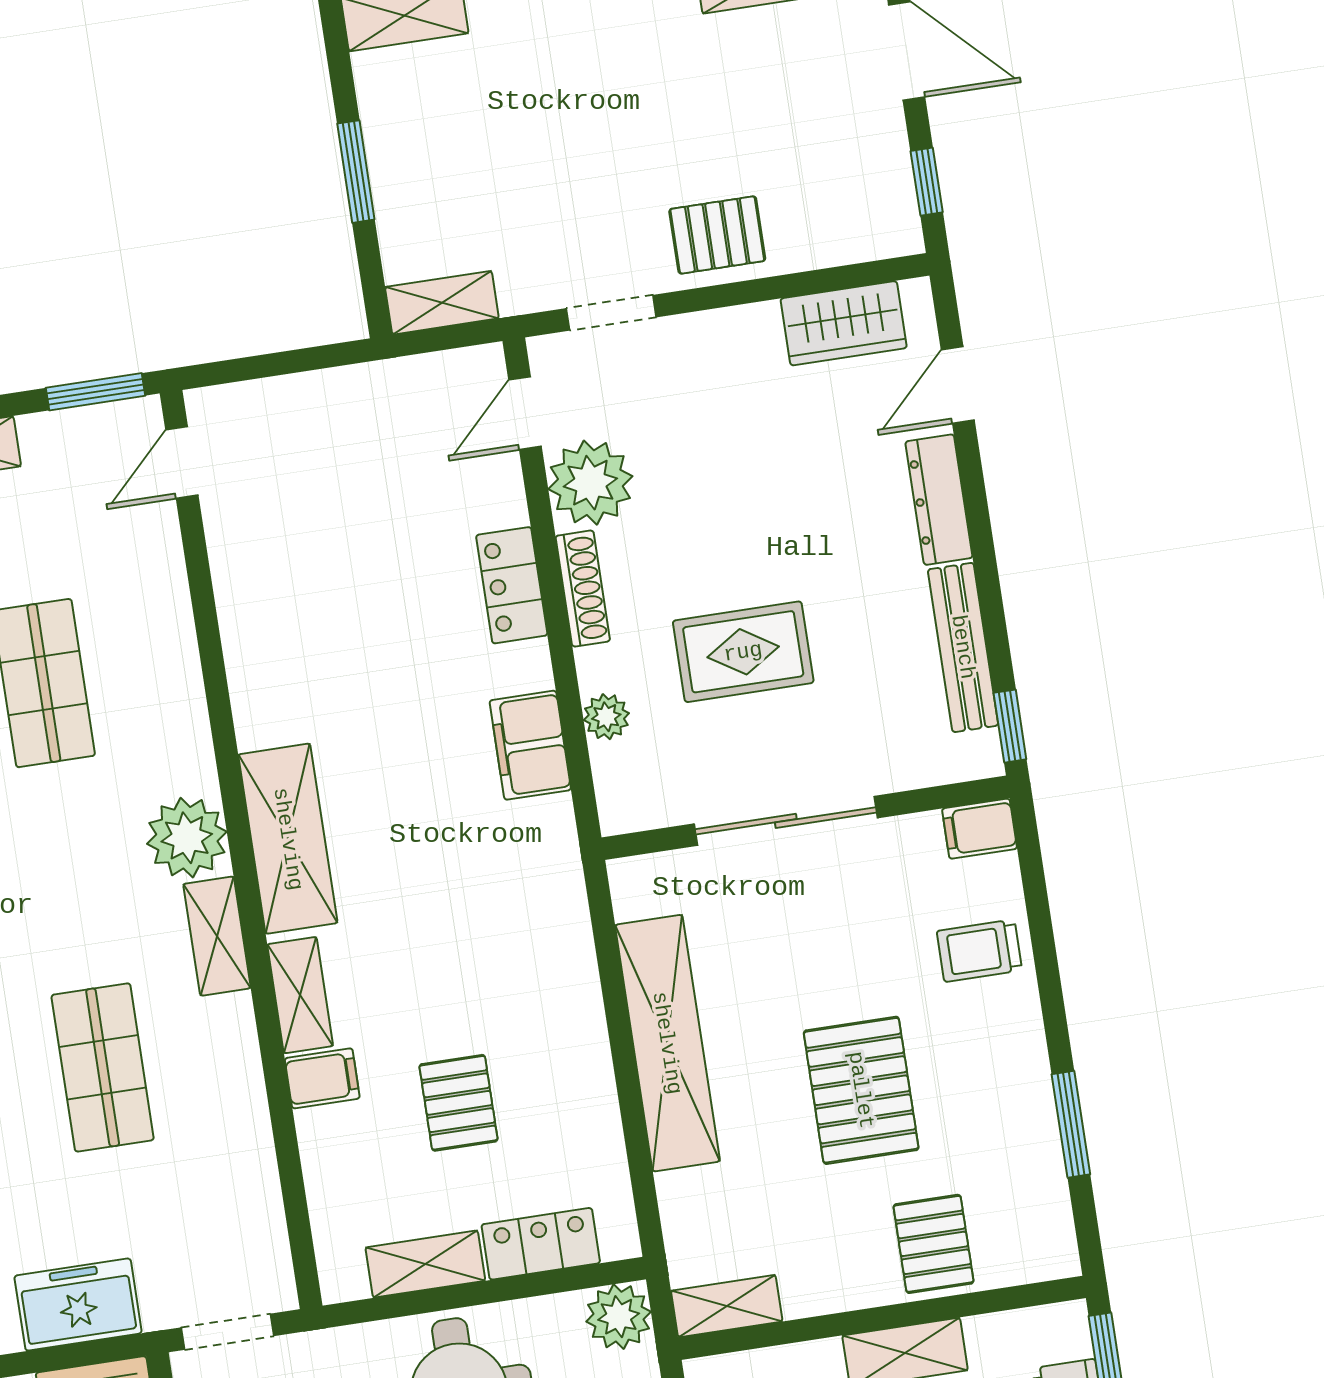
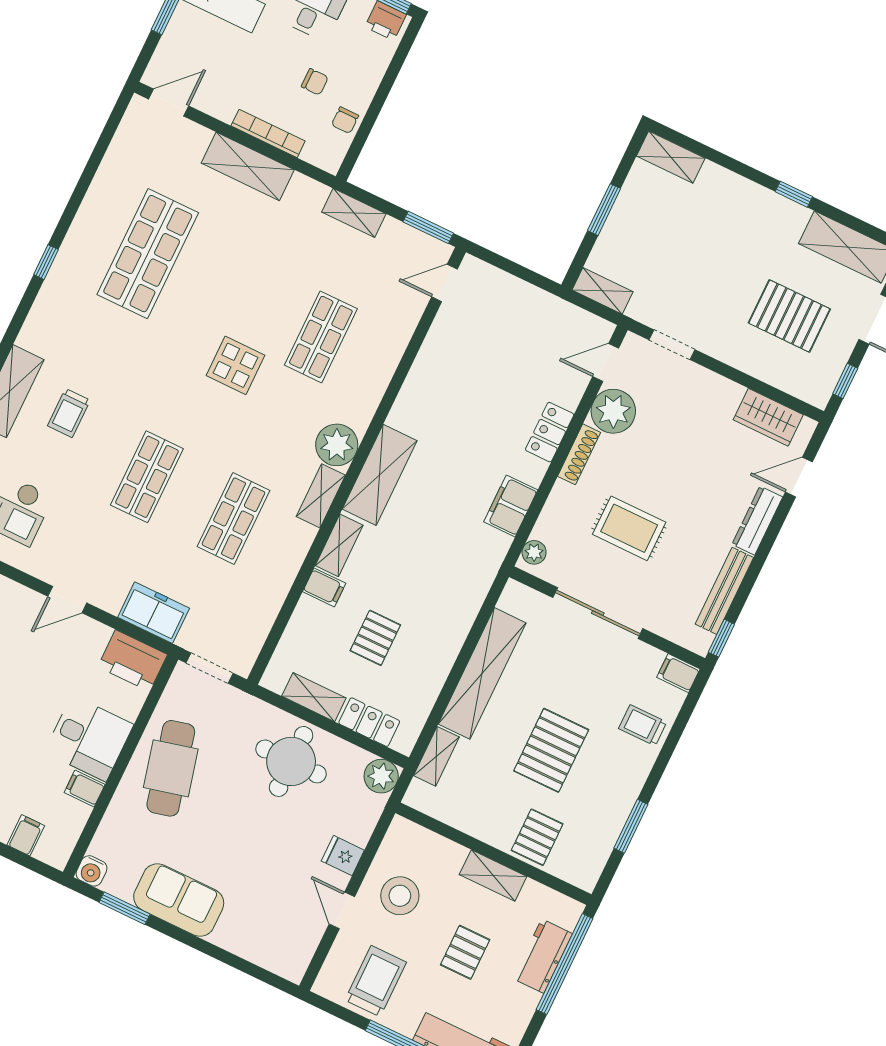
pallet: (717, 235) -> (789, 316), moved, width x1.50, depth x1.42
plant: (606, 717) -> (534, 552), moved
shelving: (727, 1306) -> (436, 756), moved, turned 90

